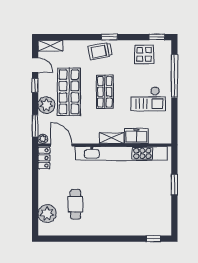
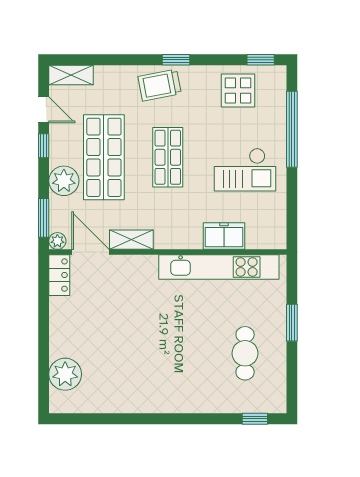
shelving: (112, 138) -> (131, 240), moved
kitchen unit: (121, 153) -> (219, 267), width x0.73
cafe table: (76, 204) -> (245, 353), moved

